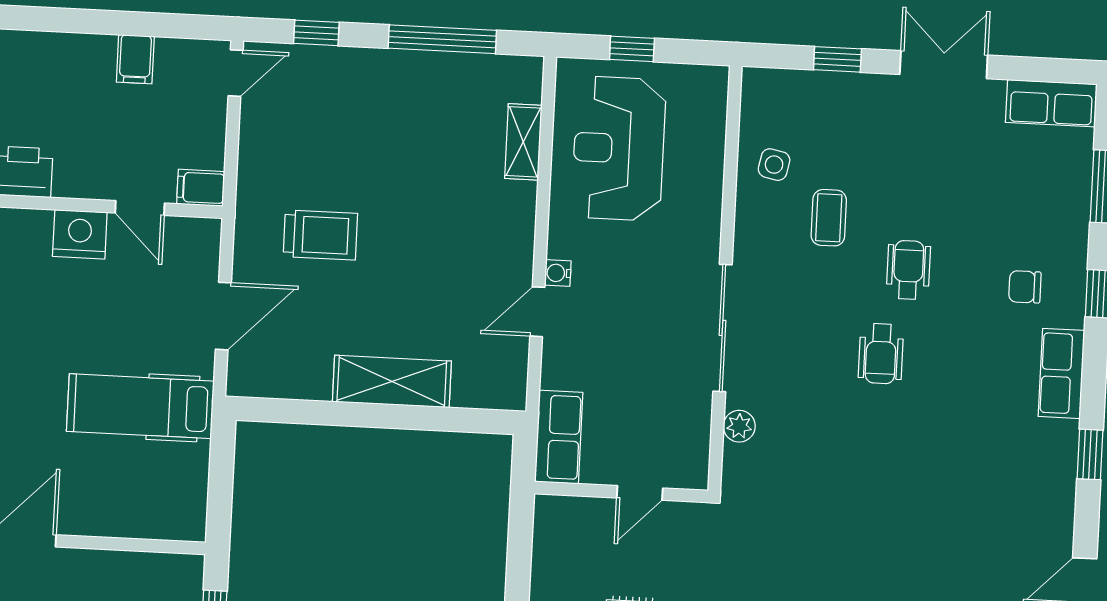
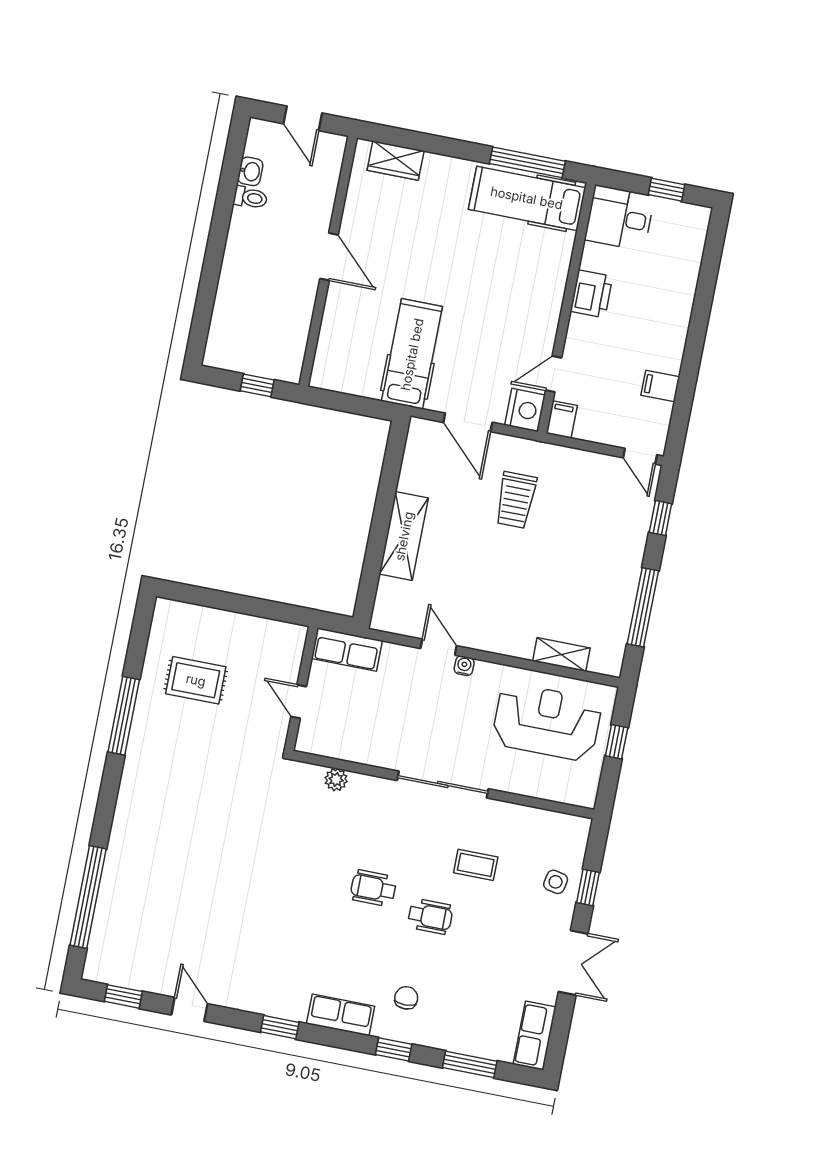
side table: (774, 165) -> (556, 882), moved
nightstand: (80, 234) -> (525, 410), moved
sliding door: (723, 328) -> (443, 785), moved

